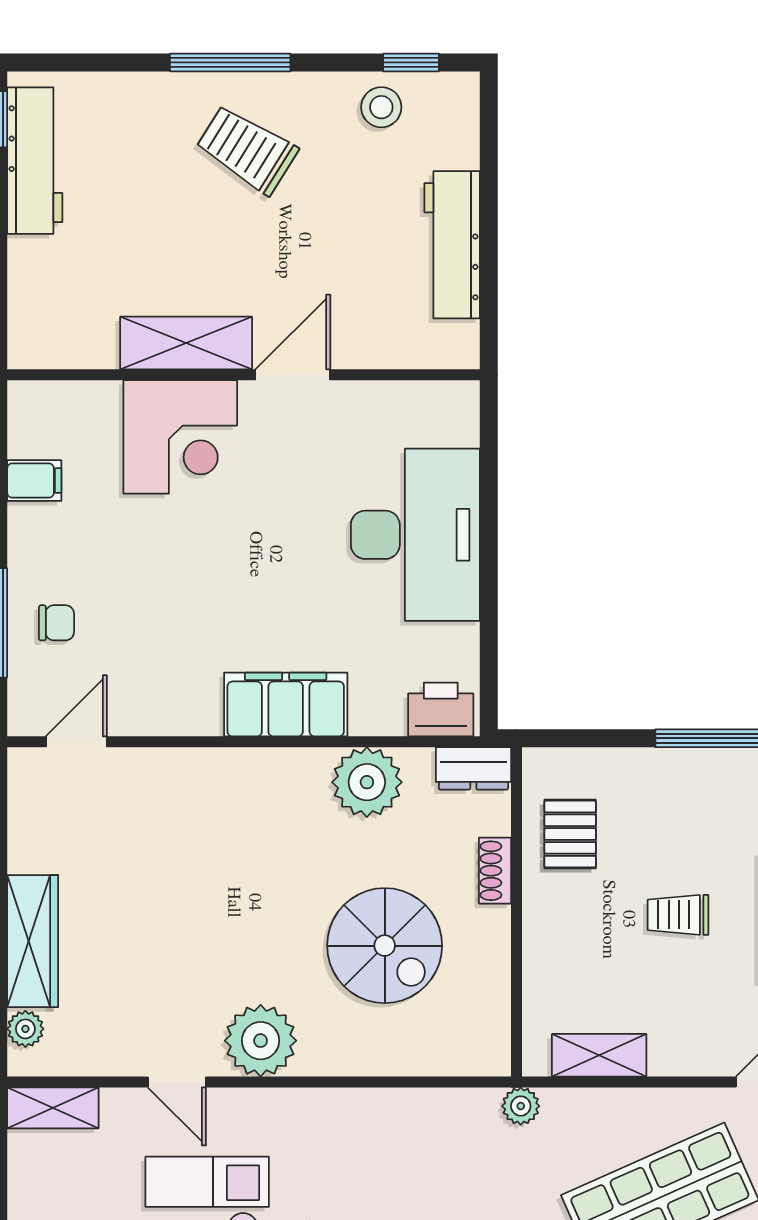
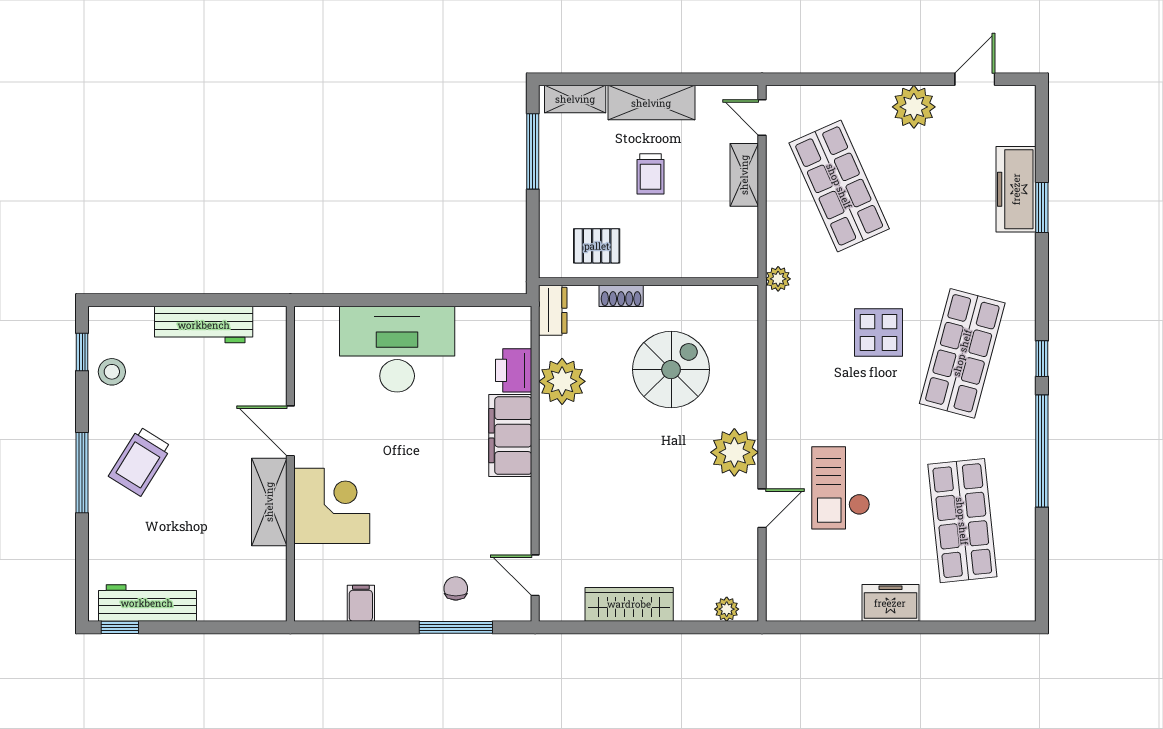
printer: (441, 709) -> (514, 370), moved
wardrobe: (33, 941) -> (629, 604), moved
shelving: (599, 1055) -> (744, 175), moved
shelving: (53, 1108) -> (779, 591), removed

